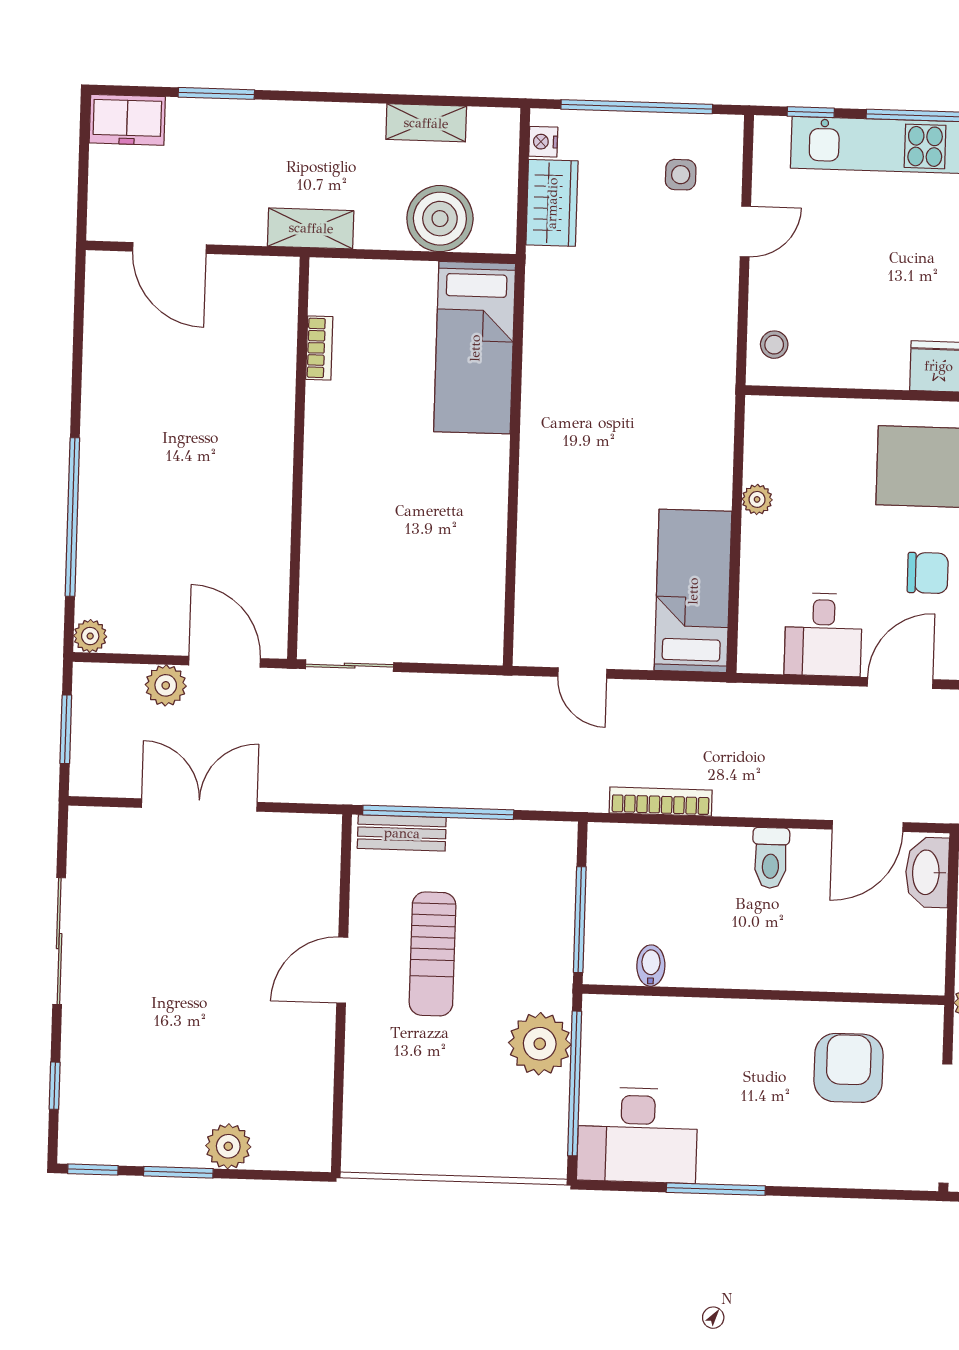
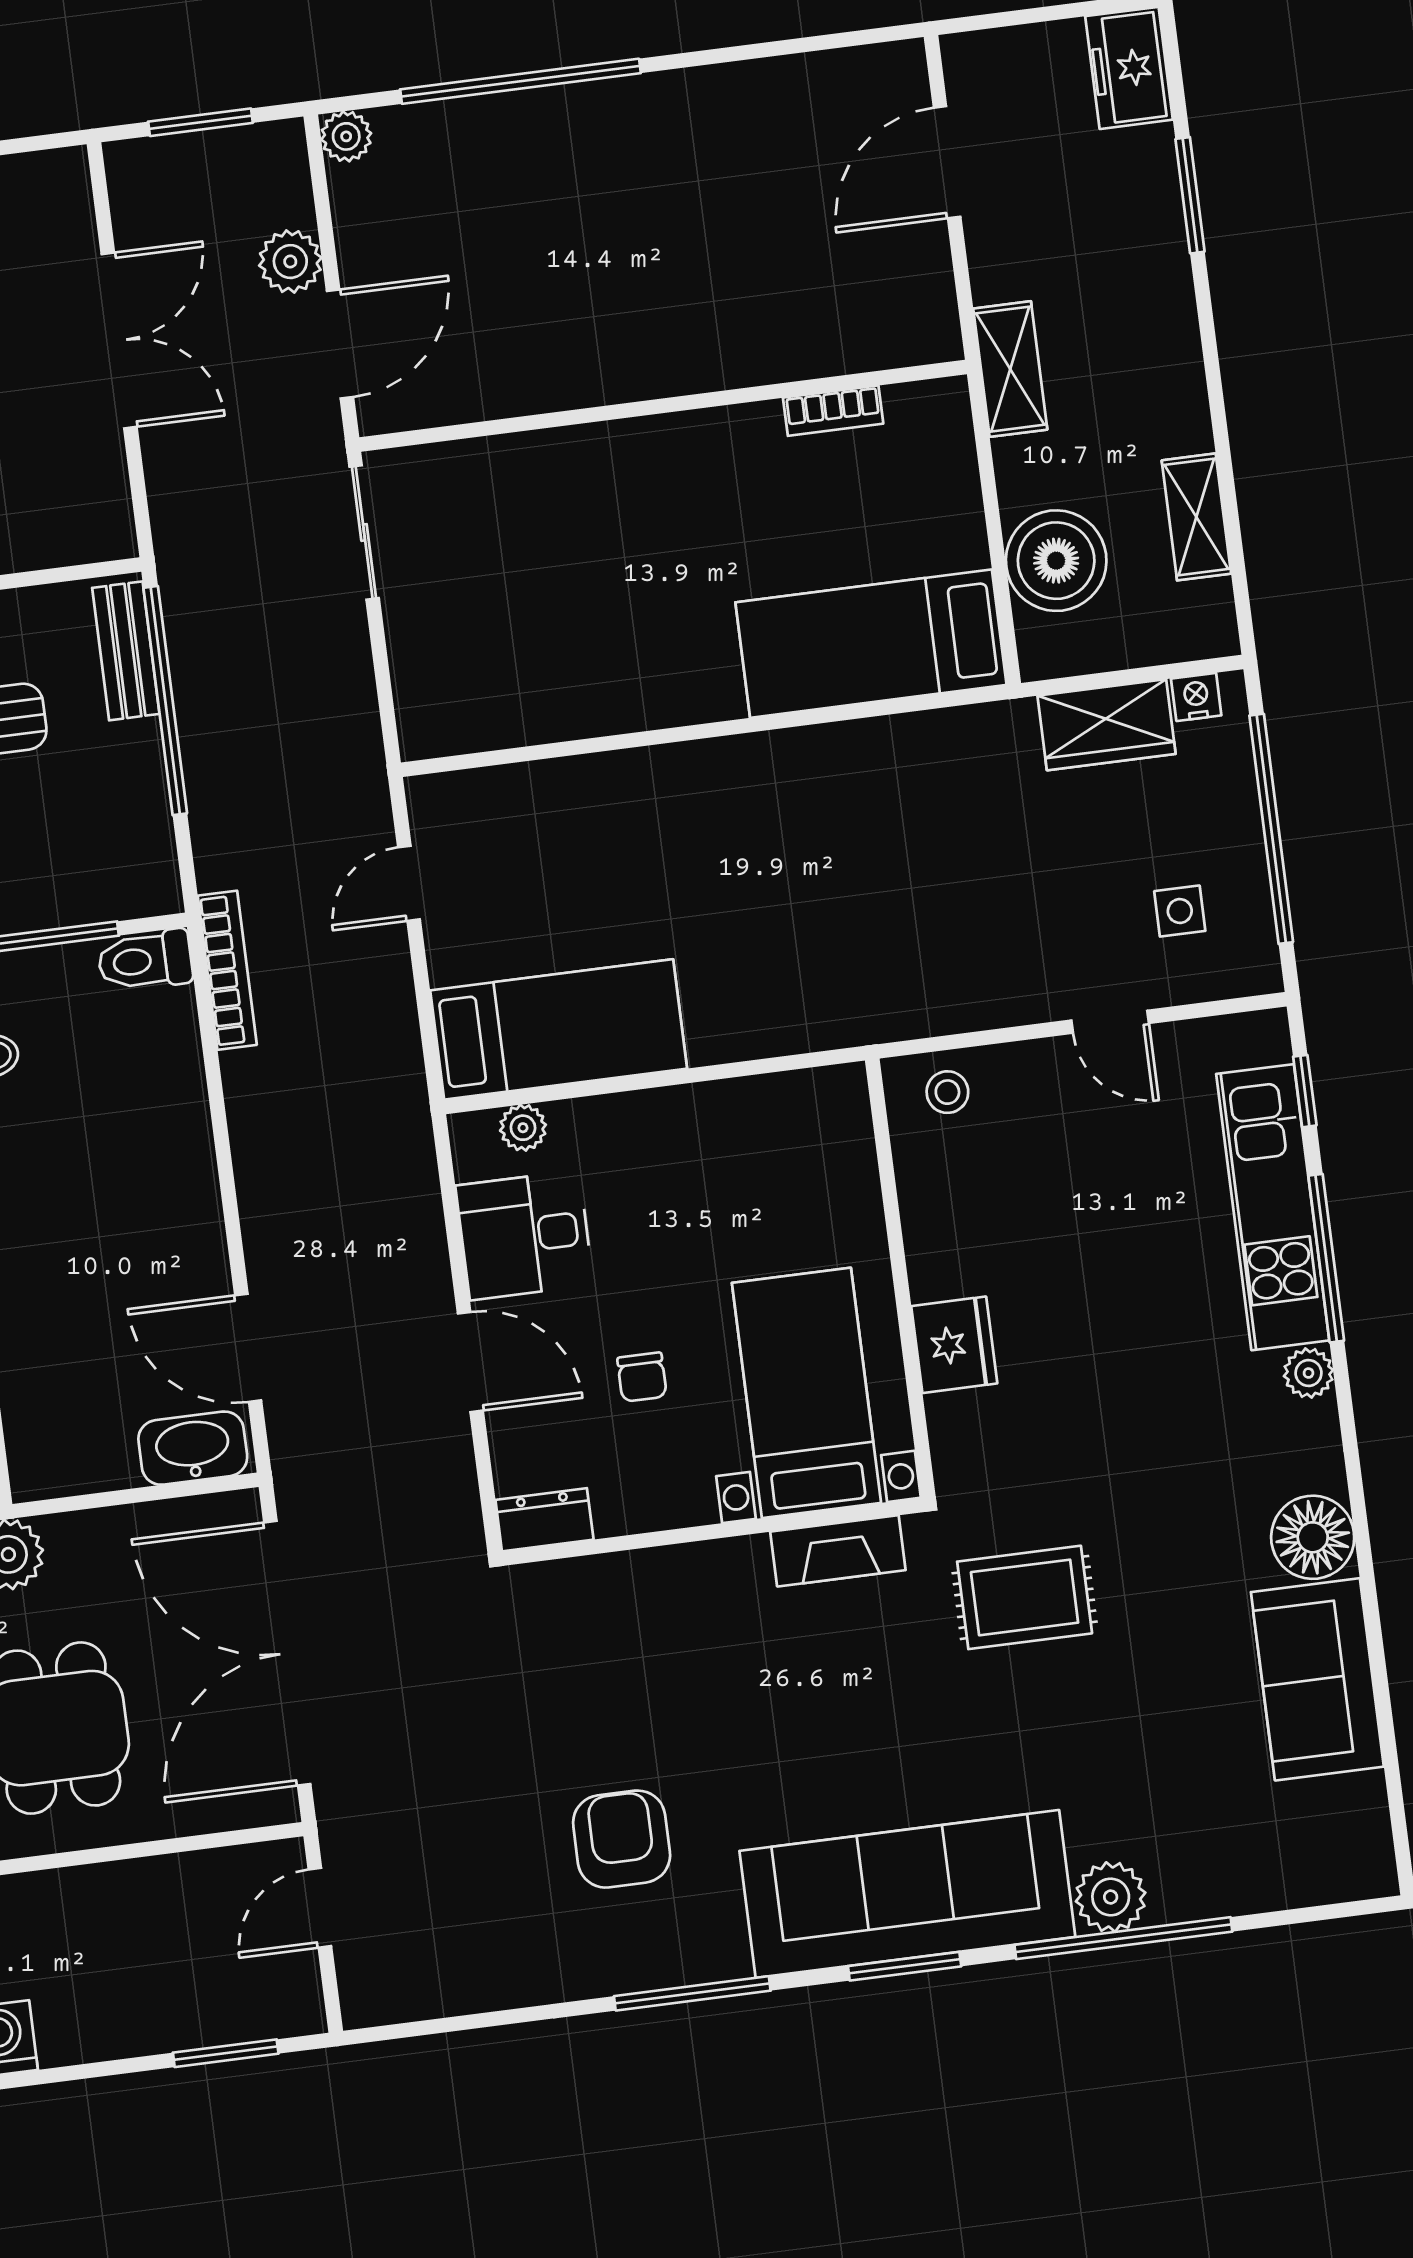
plant: (757, 499) -> (523, 1128), moved
chair: (928, 573) -> (642, 1377), width x0.73, depth x0.73
bookcase: (661, 801) -> (227, 970), moved
toilet: (771, 858) -> (145, 960), moved

